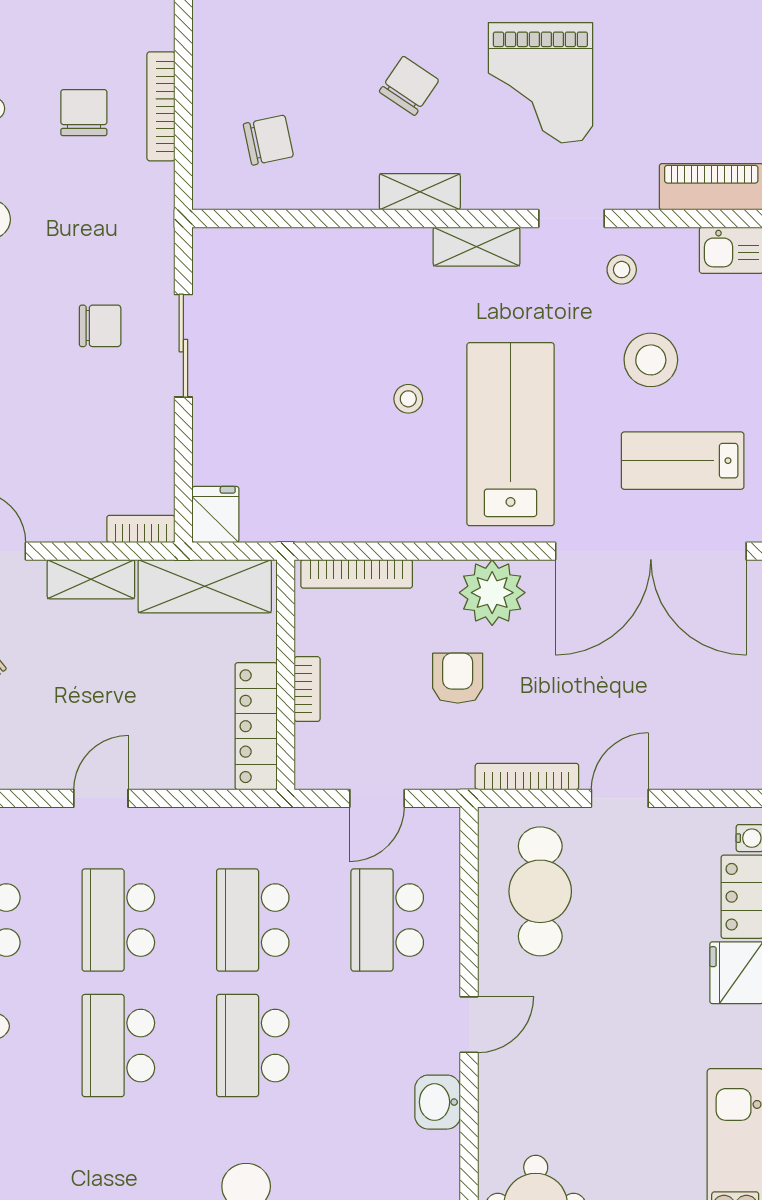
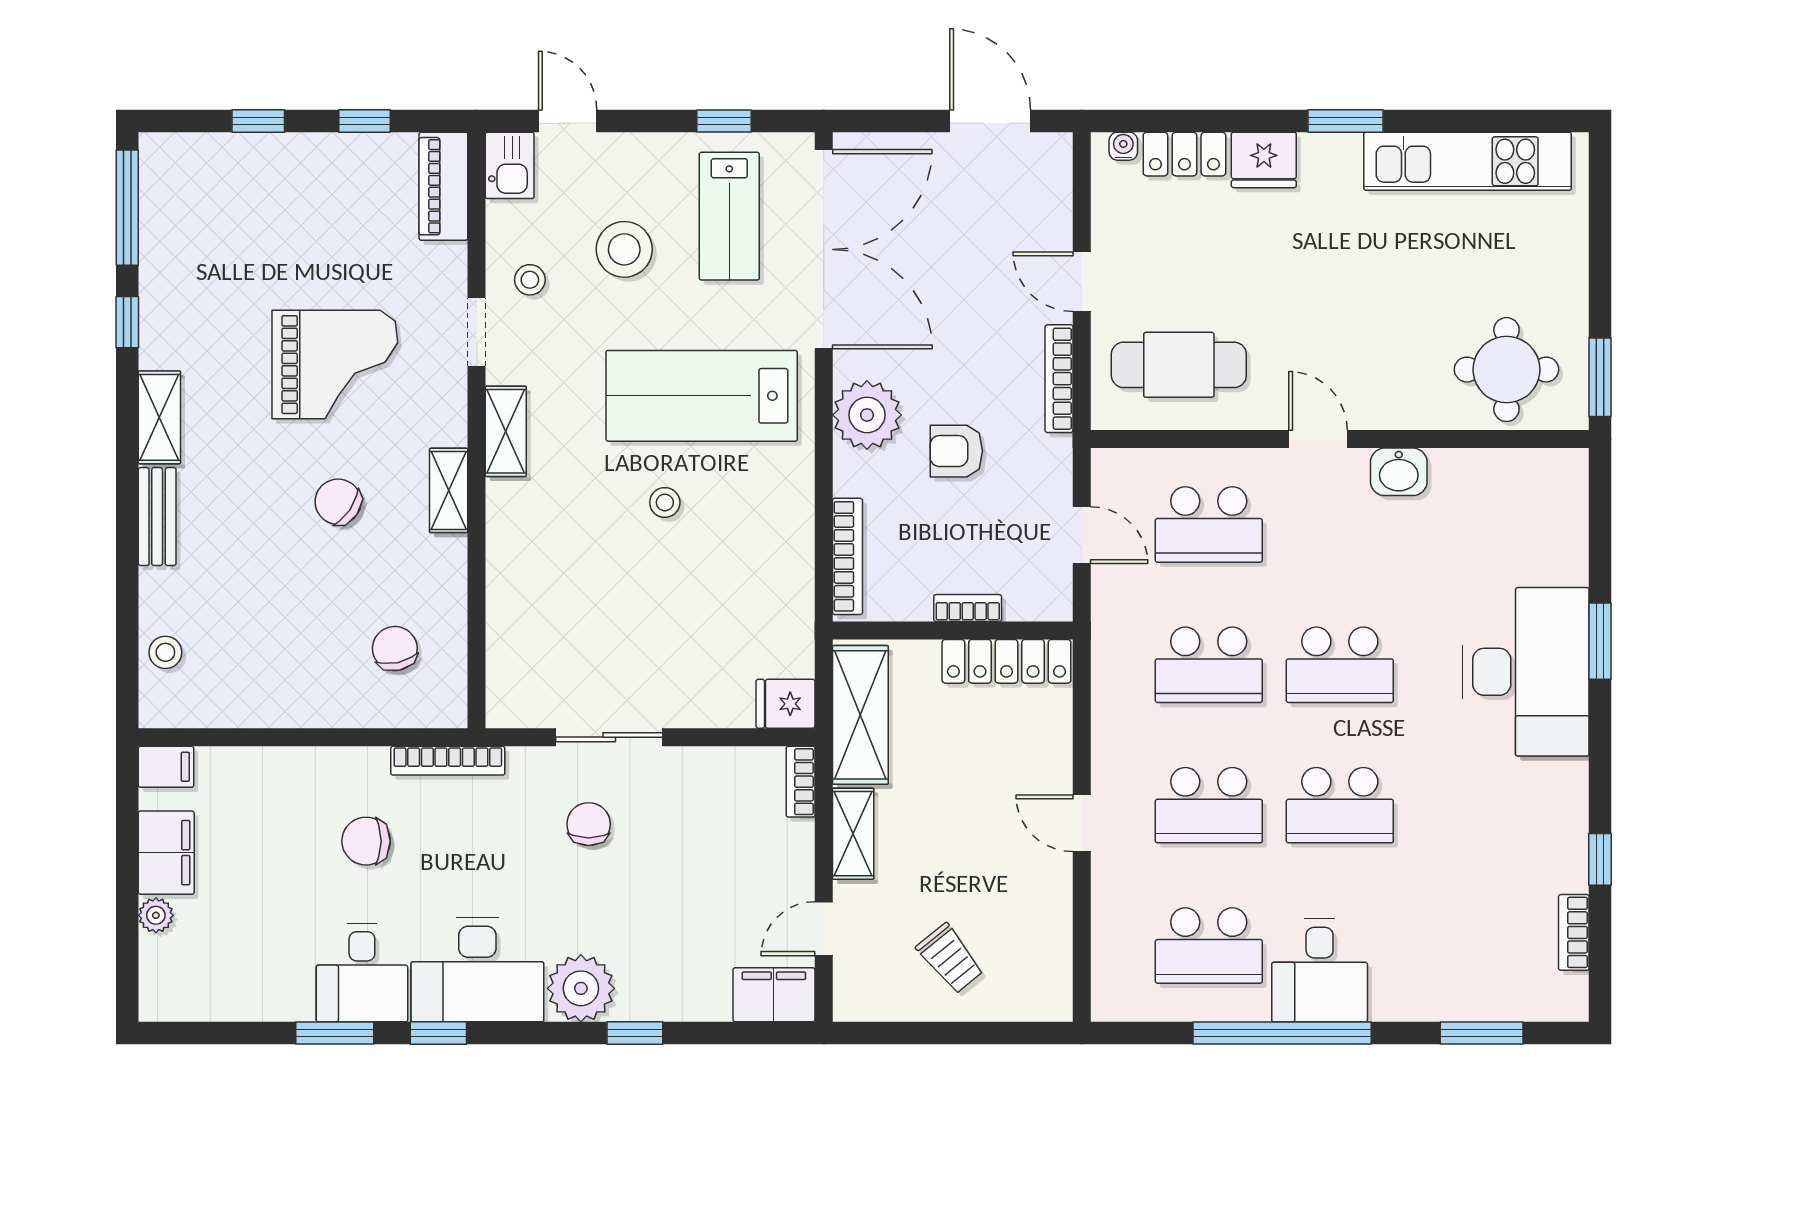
bookcase: (161, 106) -> (448, 761), moved

